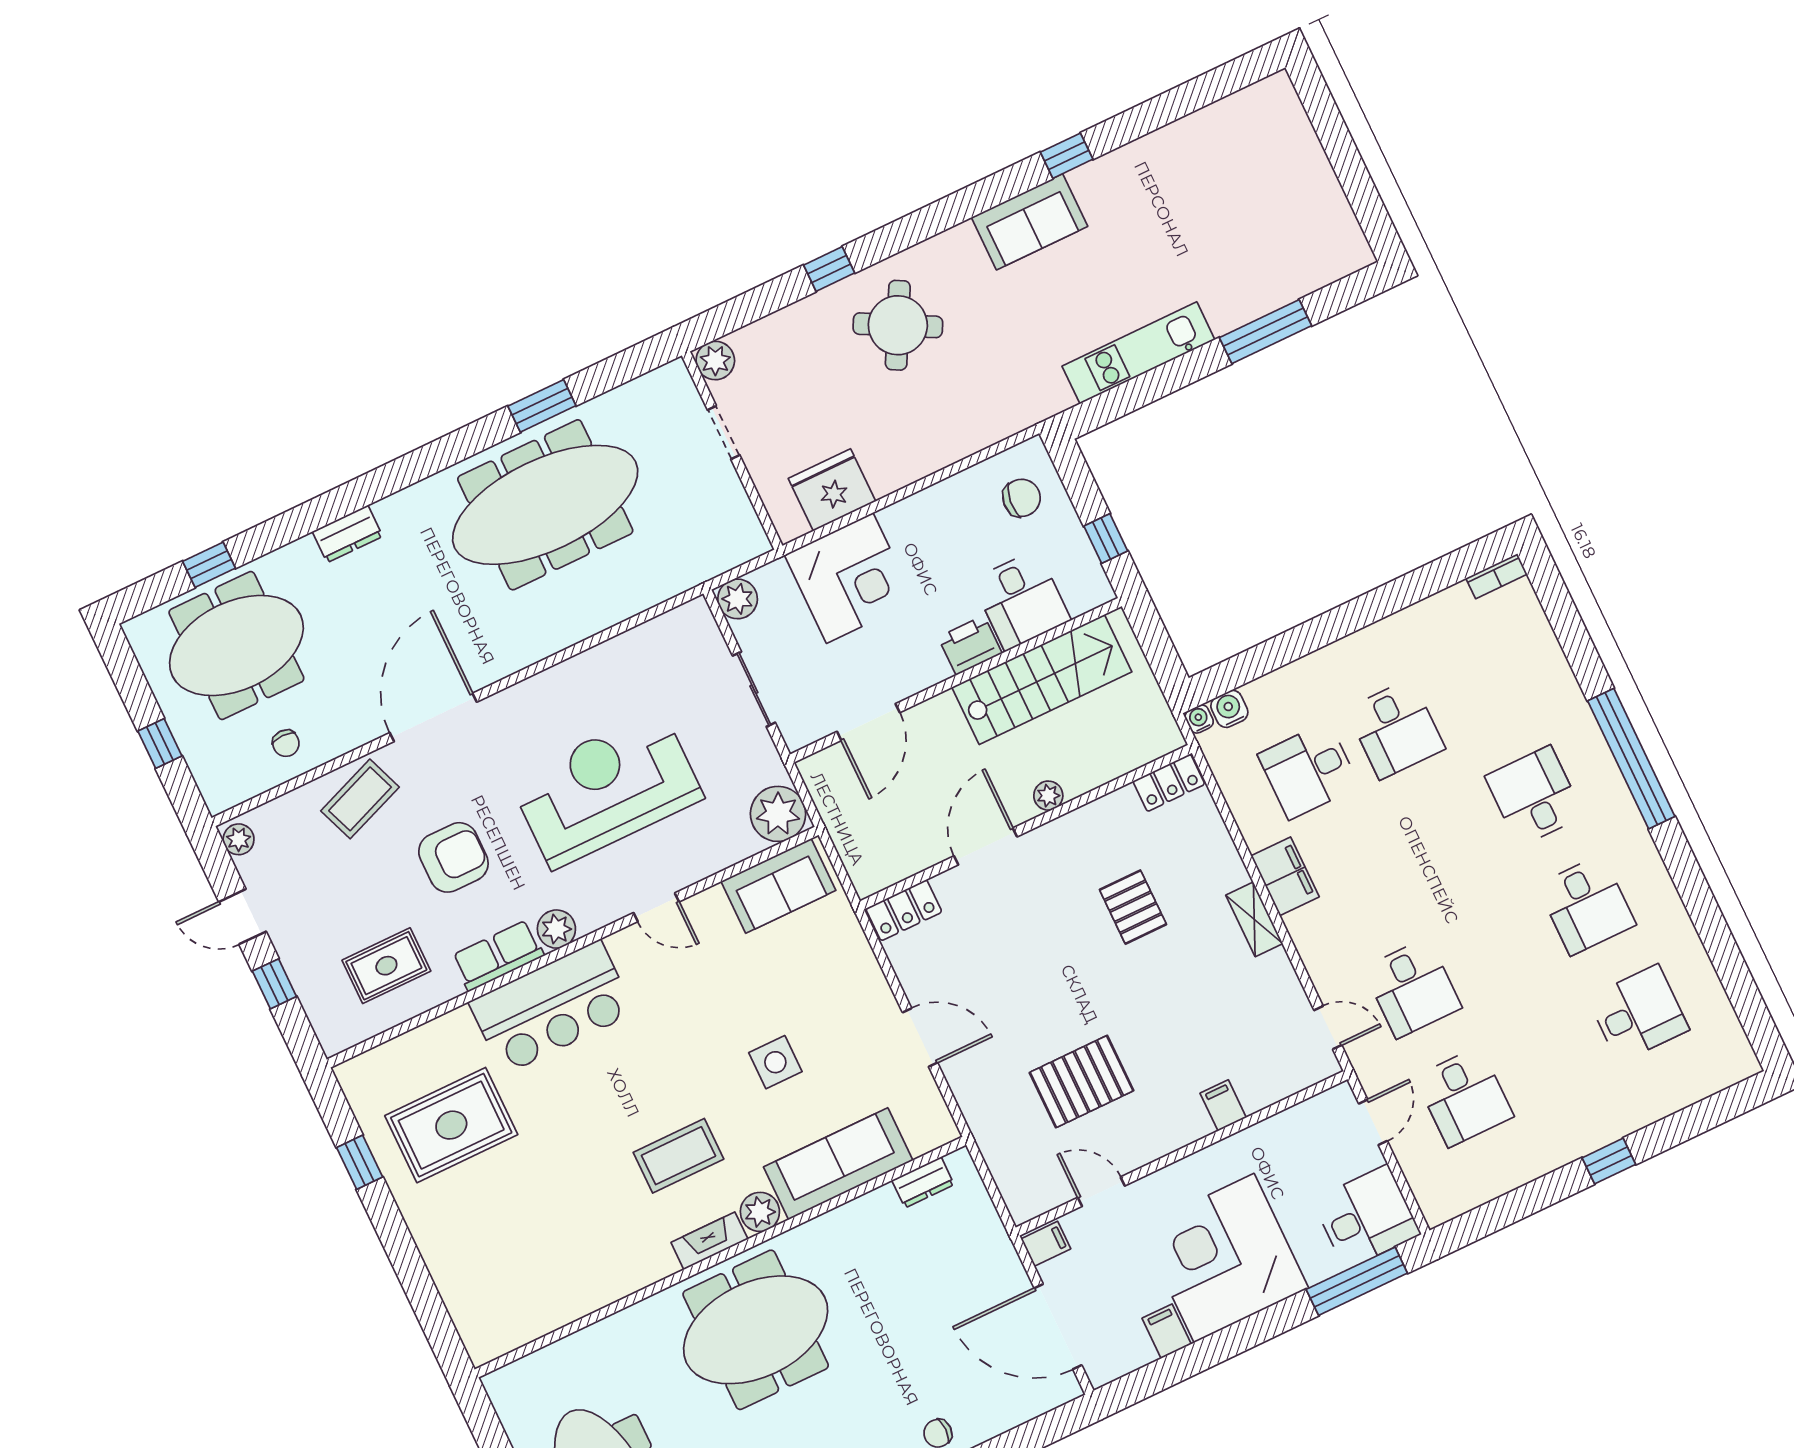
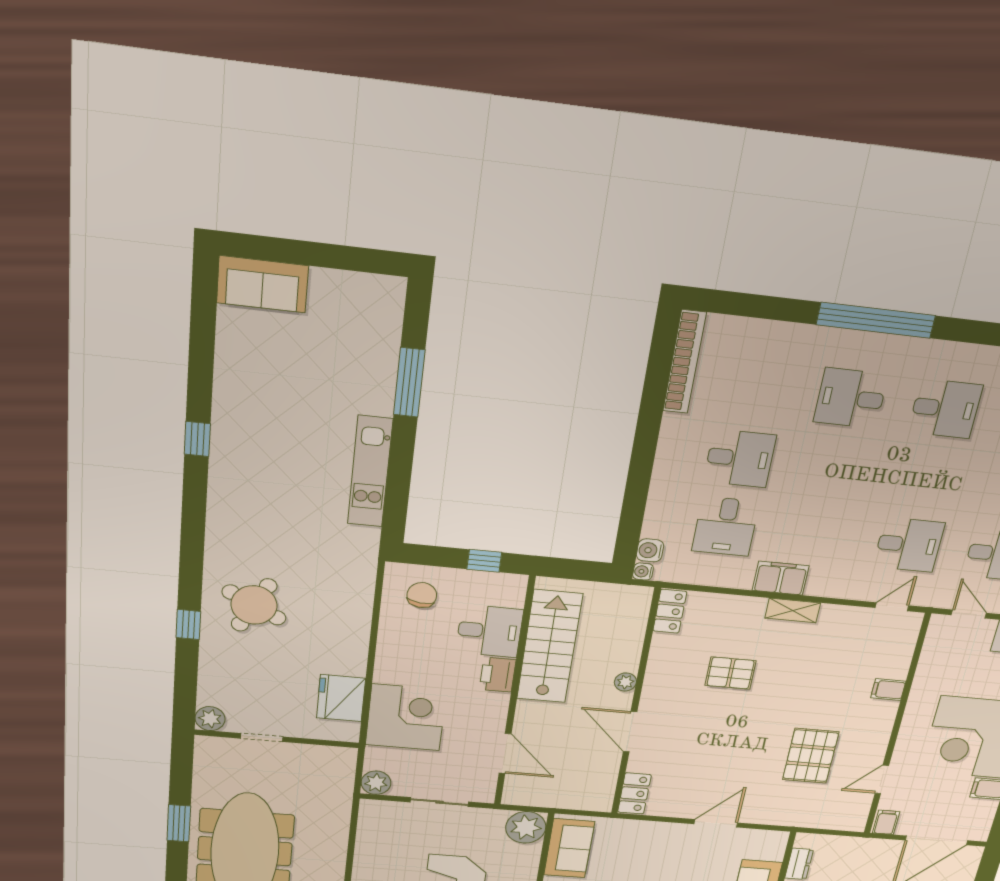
sofa: (1029, 222) -> (262, 284), moved, turned 90
bookcase: (1496, 576) -> (685, 362), width x2.31, depth x1.31

